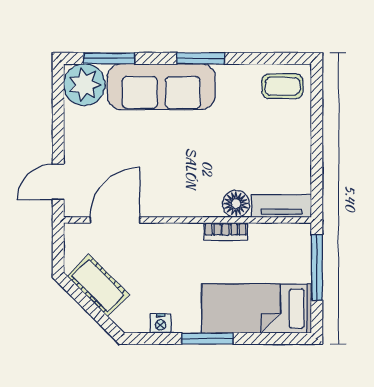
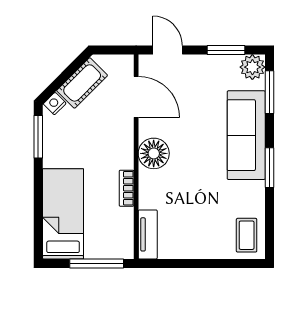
plant: (84, 85) -> (252, 67), width x0.73, depth x0.73
window: (58, 111) -> (226, 50), added
floor lamp: (236, 204) -> (154, 153), moved, width x1.38, depth x1.38
nightstand: (161, 323) -> (55, 104), moved, turned 45
window: (207, 339) -> (38, 137), moved

